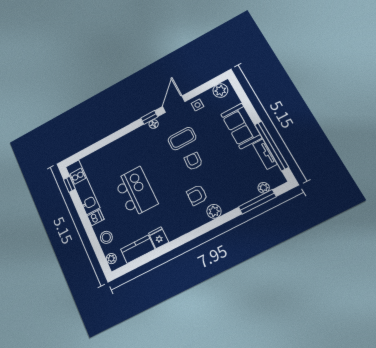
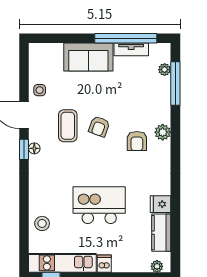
plant: (220, 91) -> (37, 58), removed
armchair: (193, 161) -> (99, 126), turned -73
stool: (106, 237) -> (42, 223), moved

